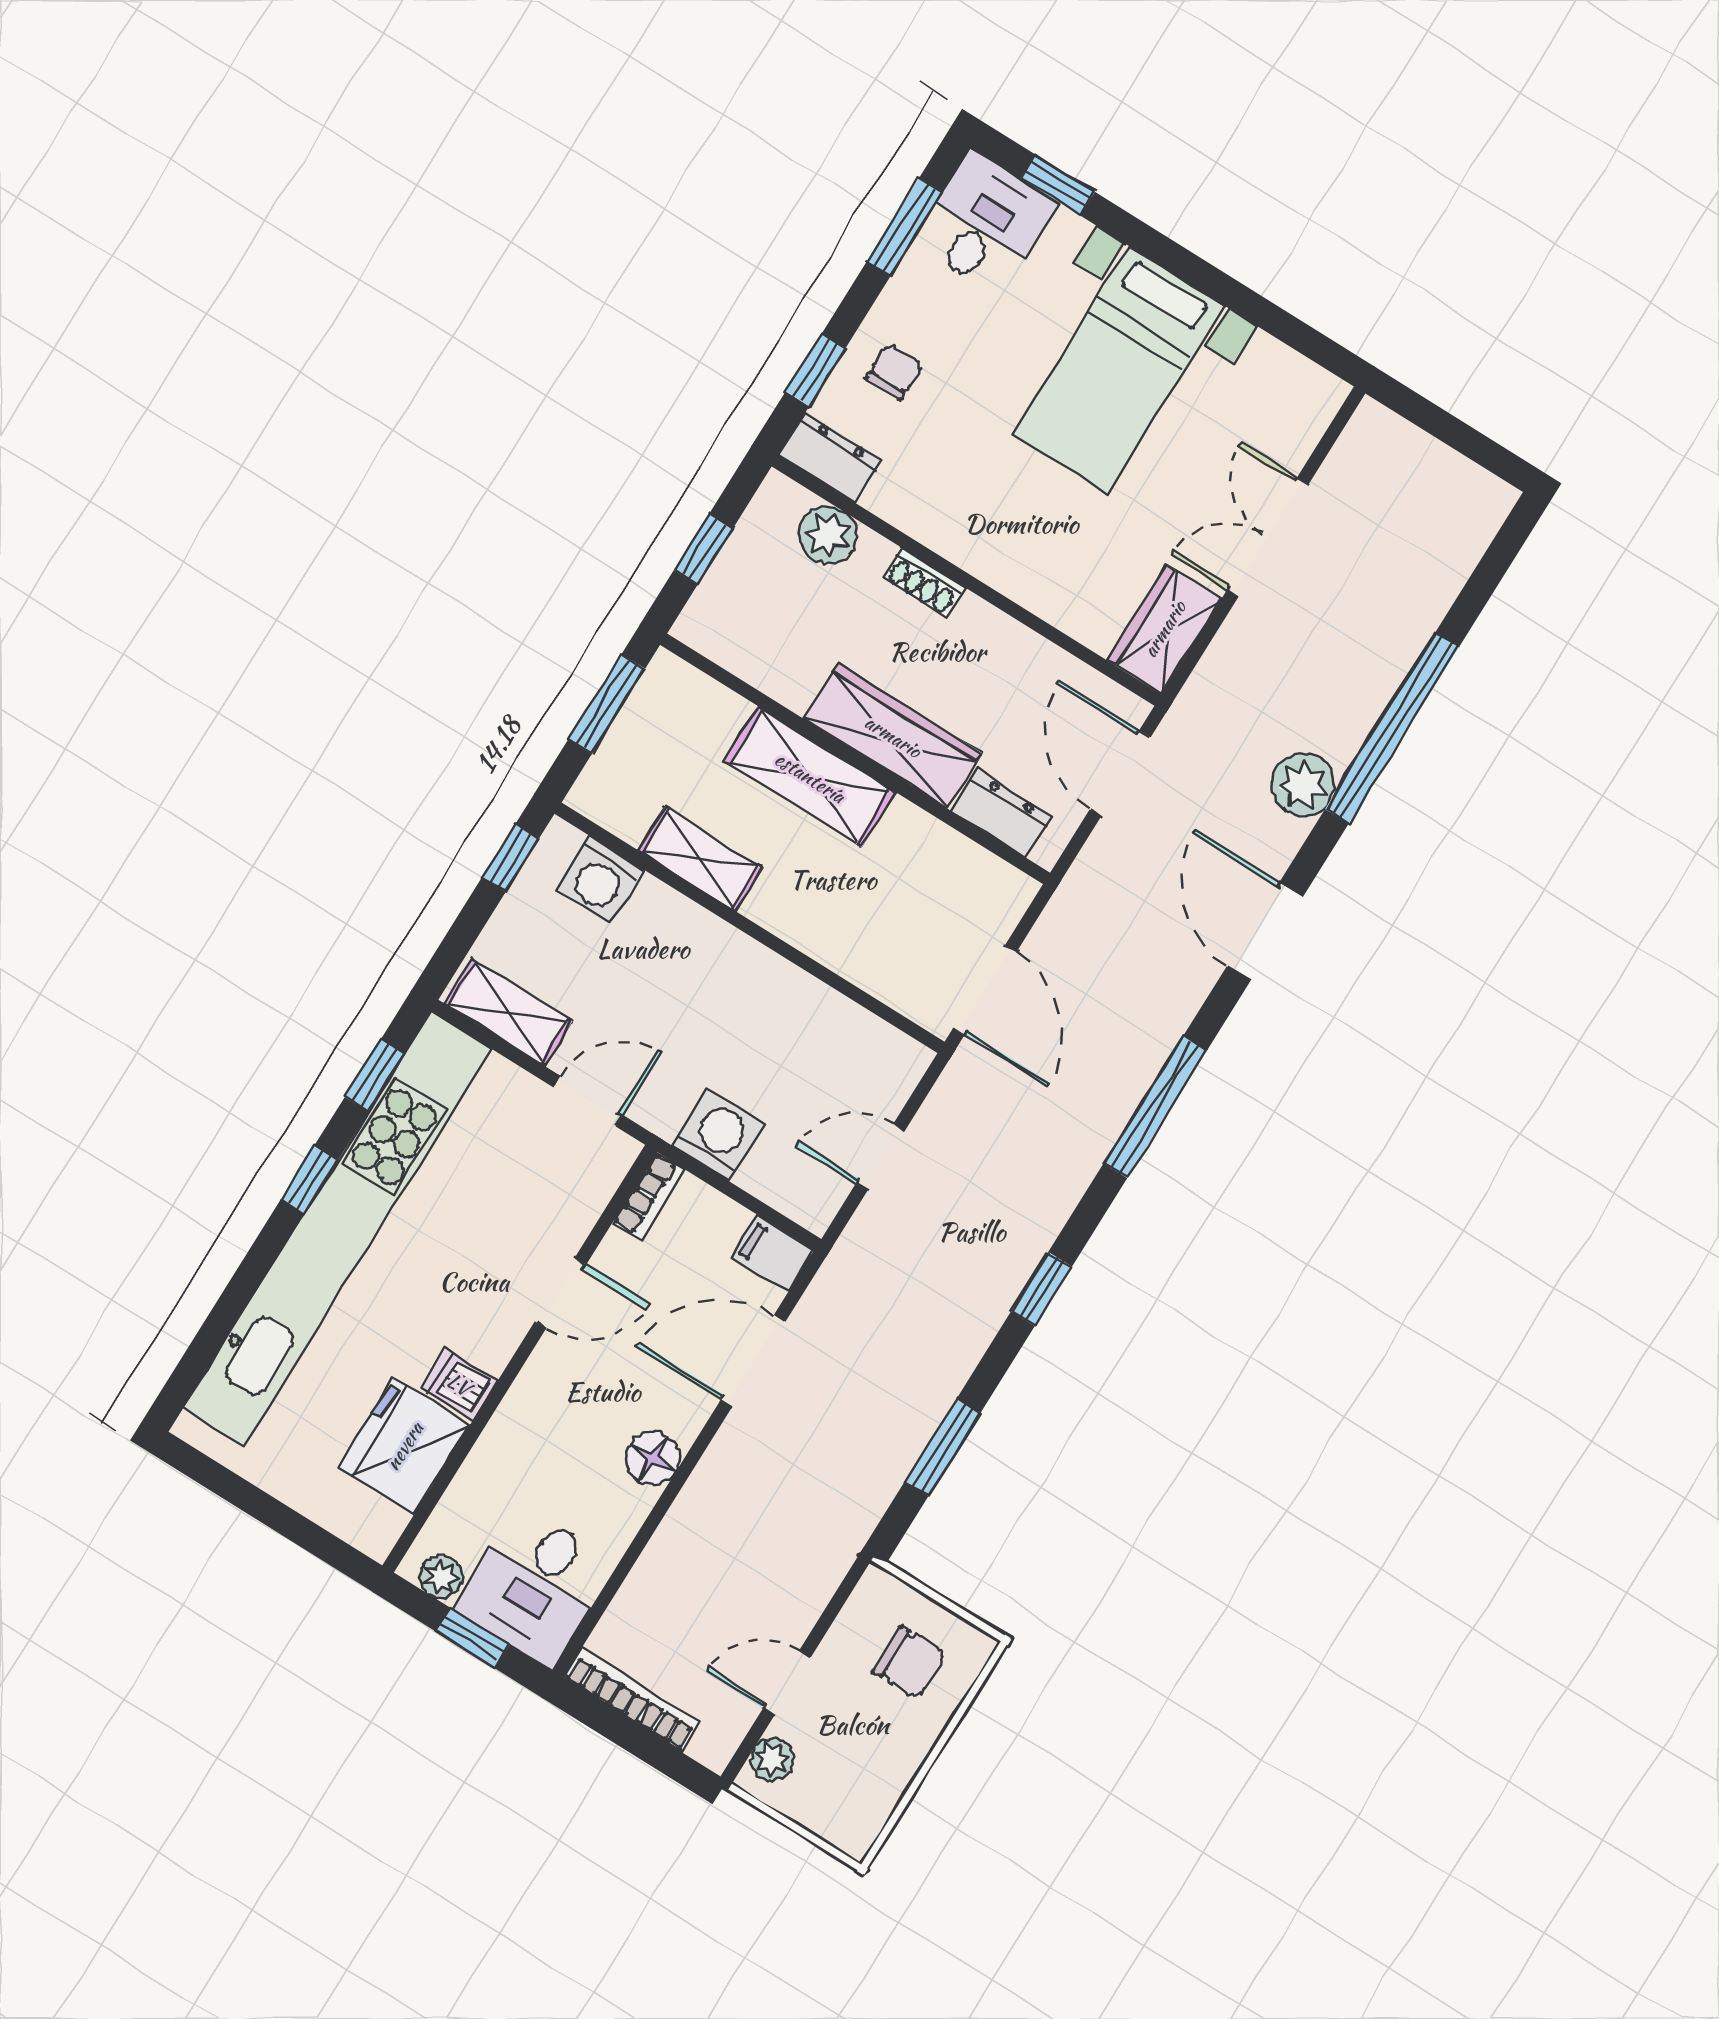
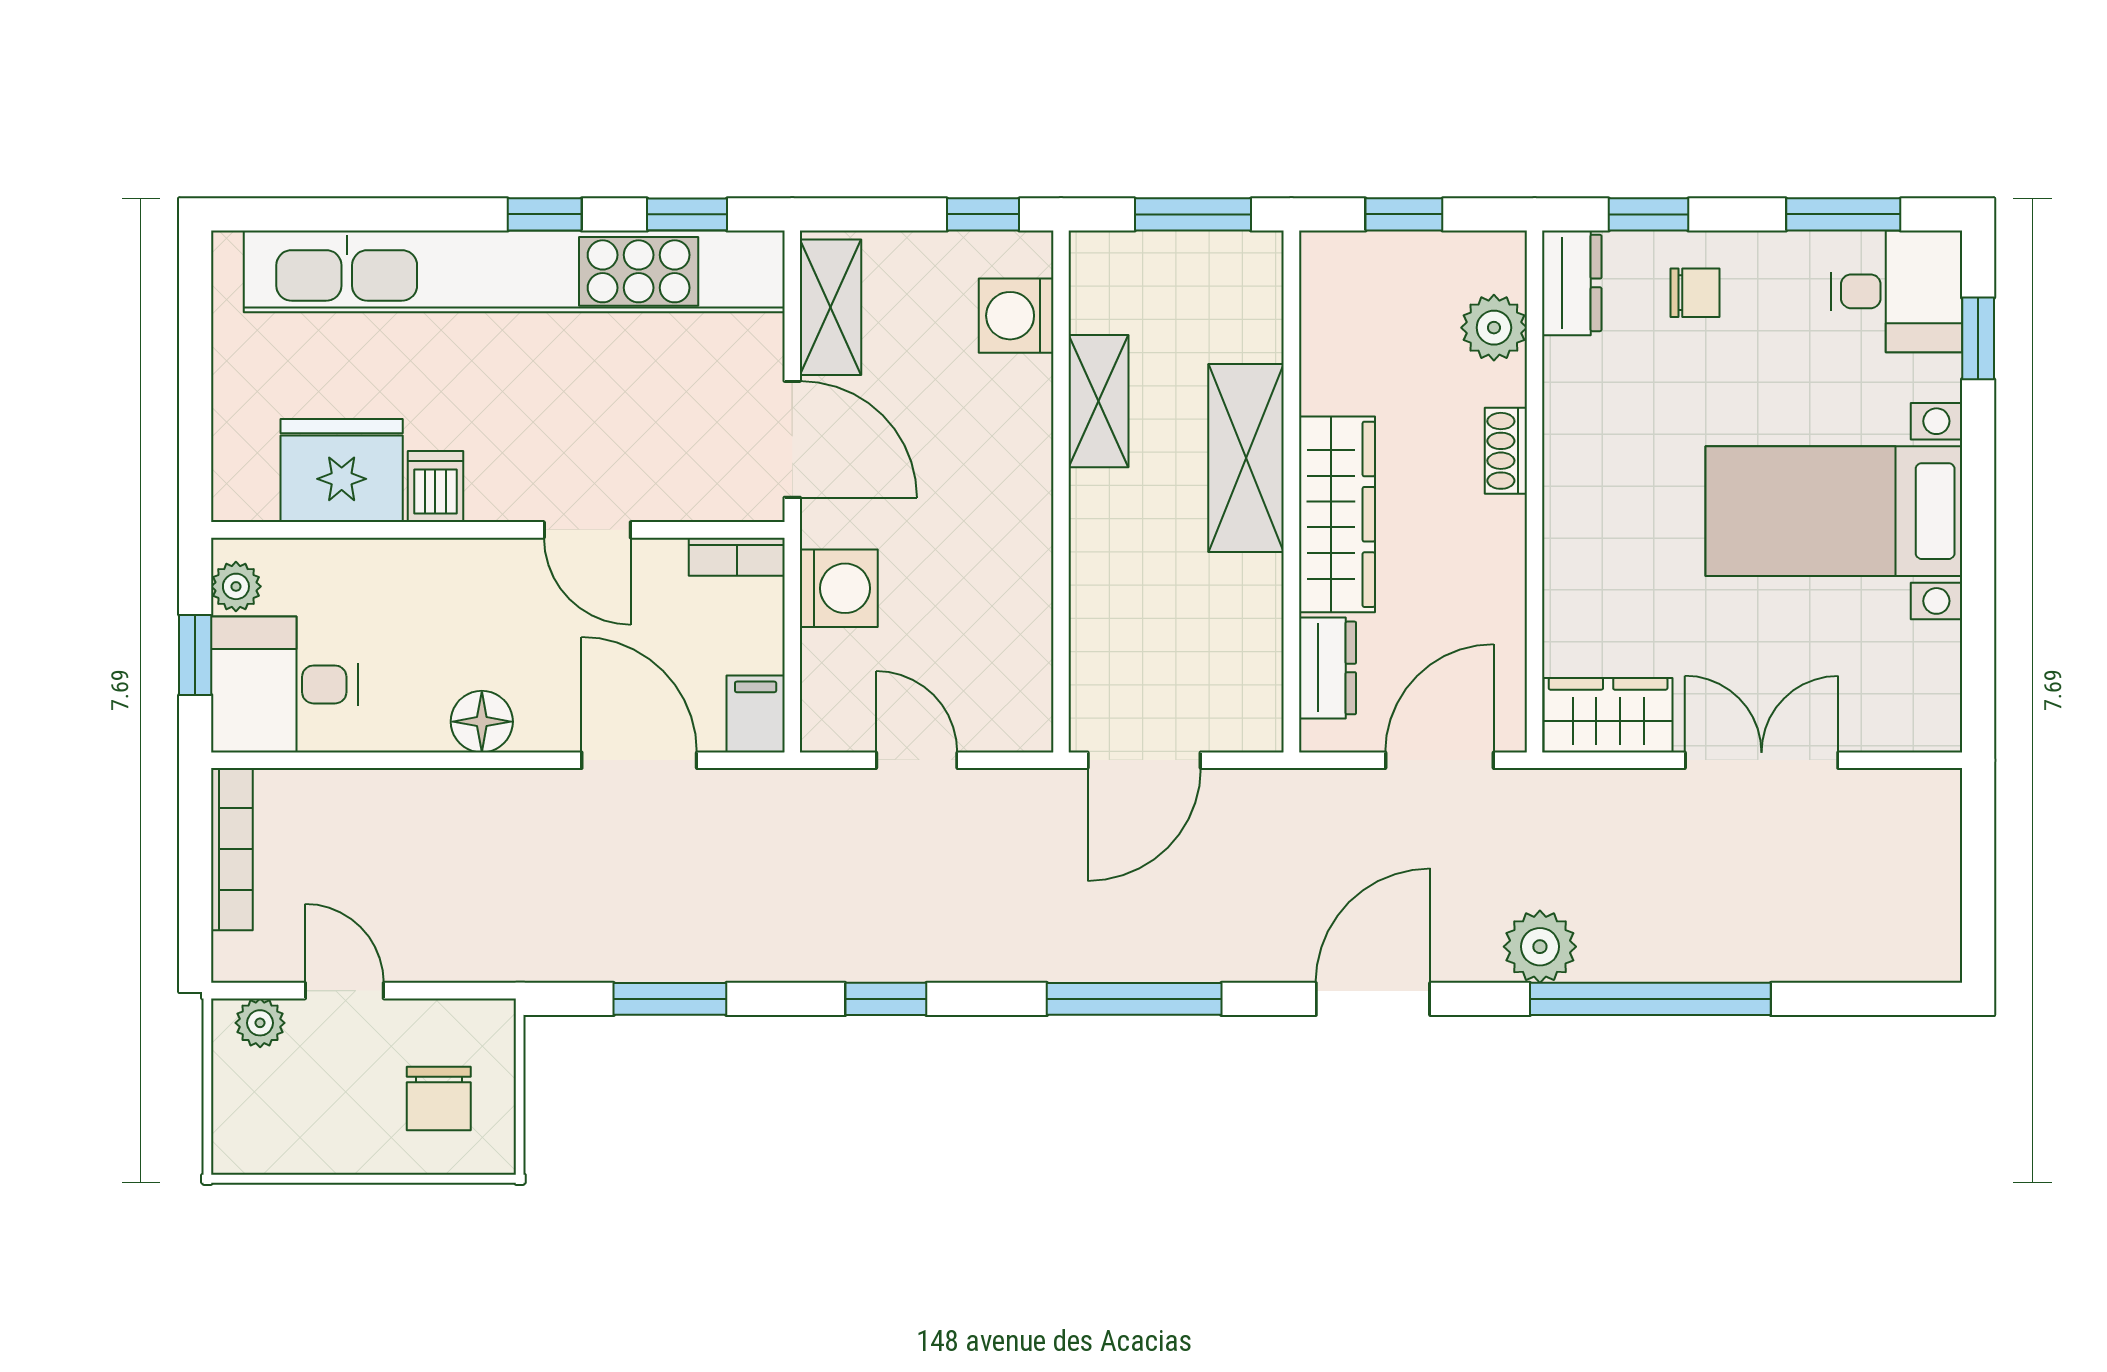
door: (588, 1101) -> (792, 439), width x1.38

